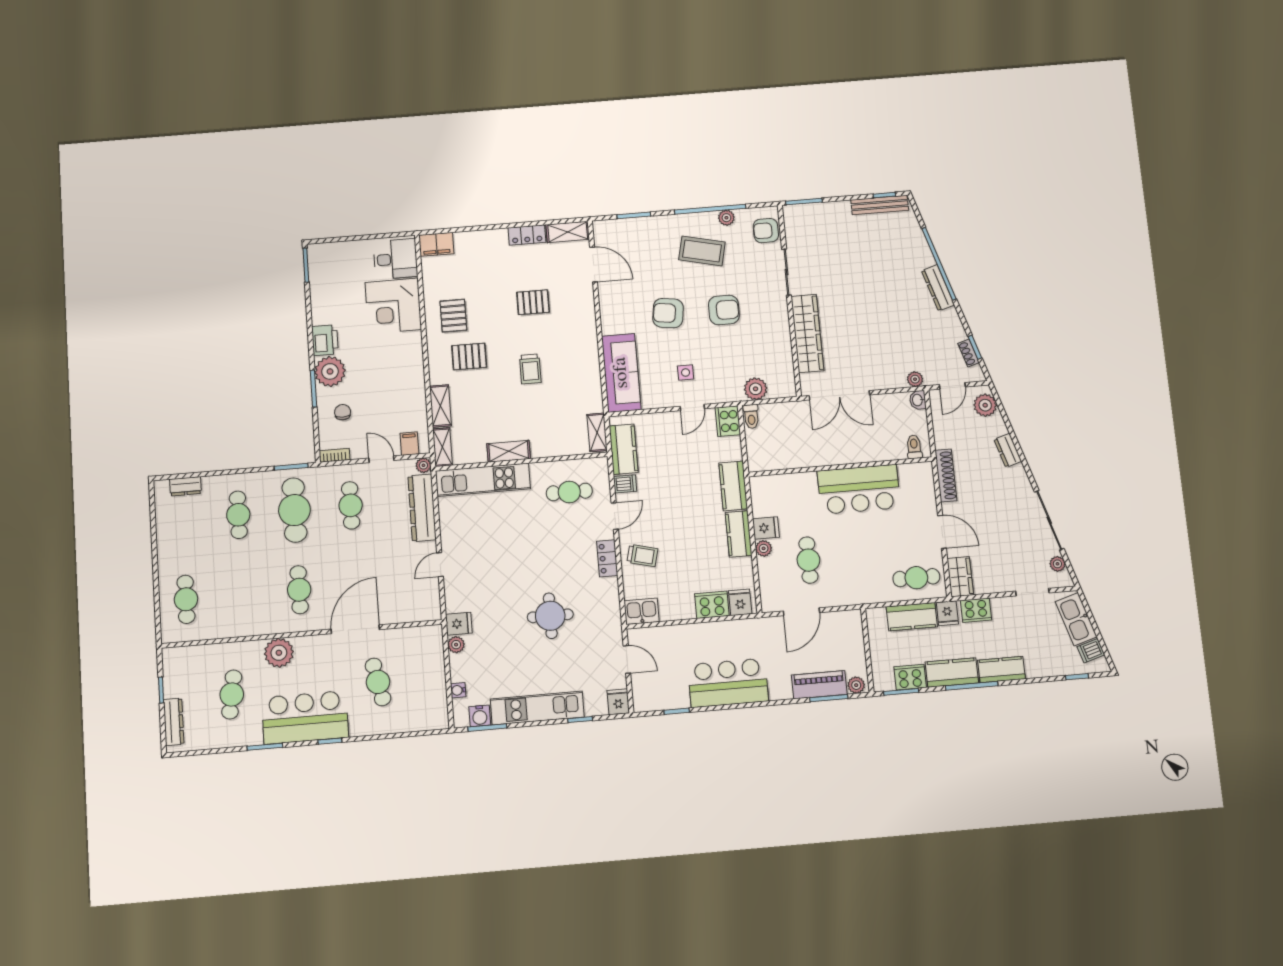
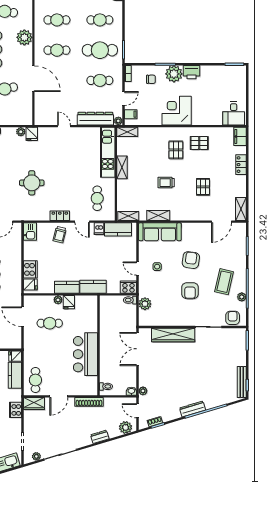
locker: (527, 235) -> (241, 165), moved
corner desk: (393, 306) -> (177, 111), moved
shelving: (440, 406) -> (158, 215), moved
cafe table: (243, 595) -> (57, 20), added
fridge: (947, 613) -> (15, 356), moved

